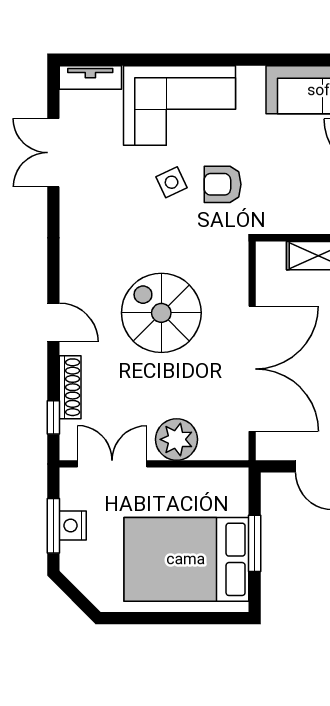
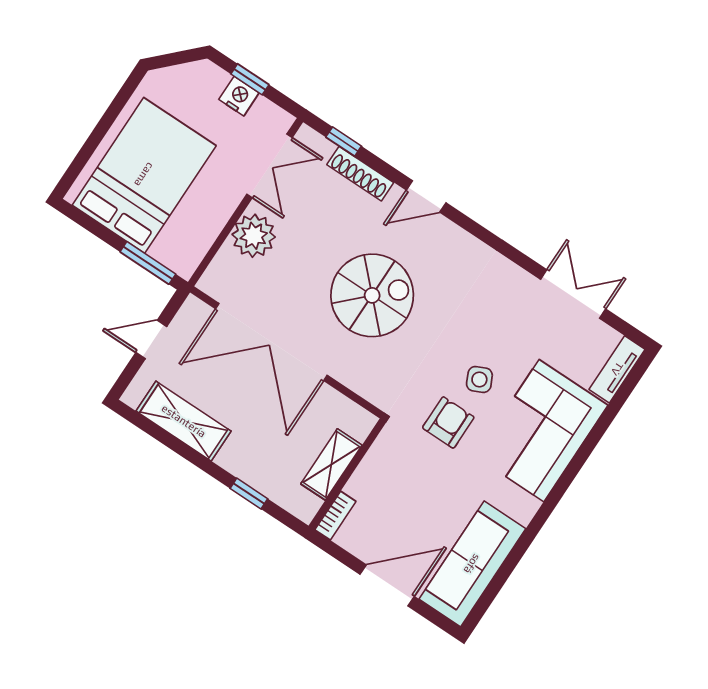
window: (53, 526) -> (250, 79), width x0.67
window: (255, 543) -> (148, 263), moved

